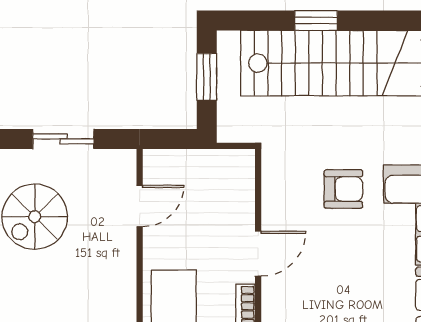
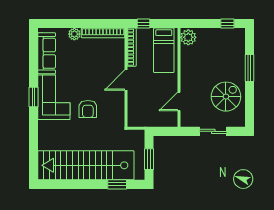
window: (316, 20) -> (117, 184), moved
armchair: (343, 189) -> (88, 109), turned -90

